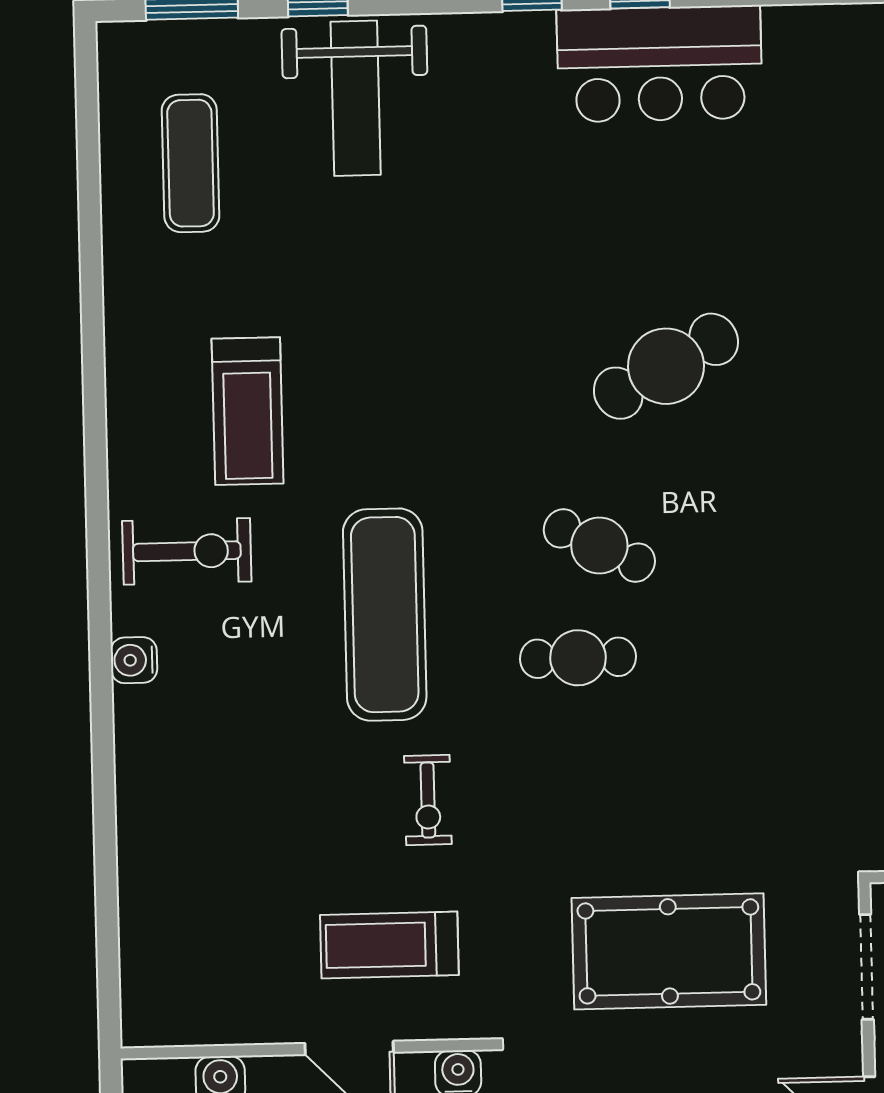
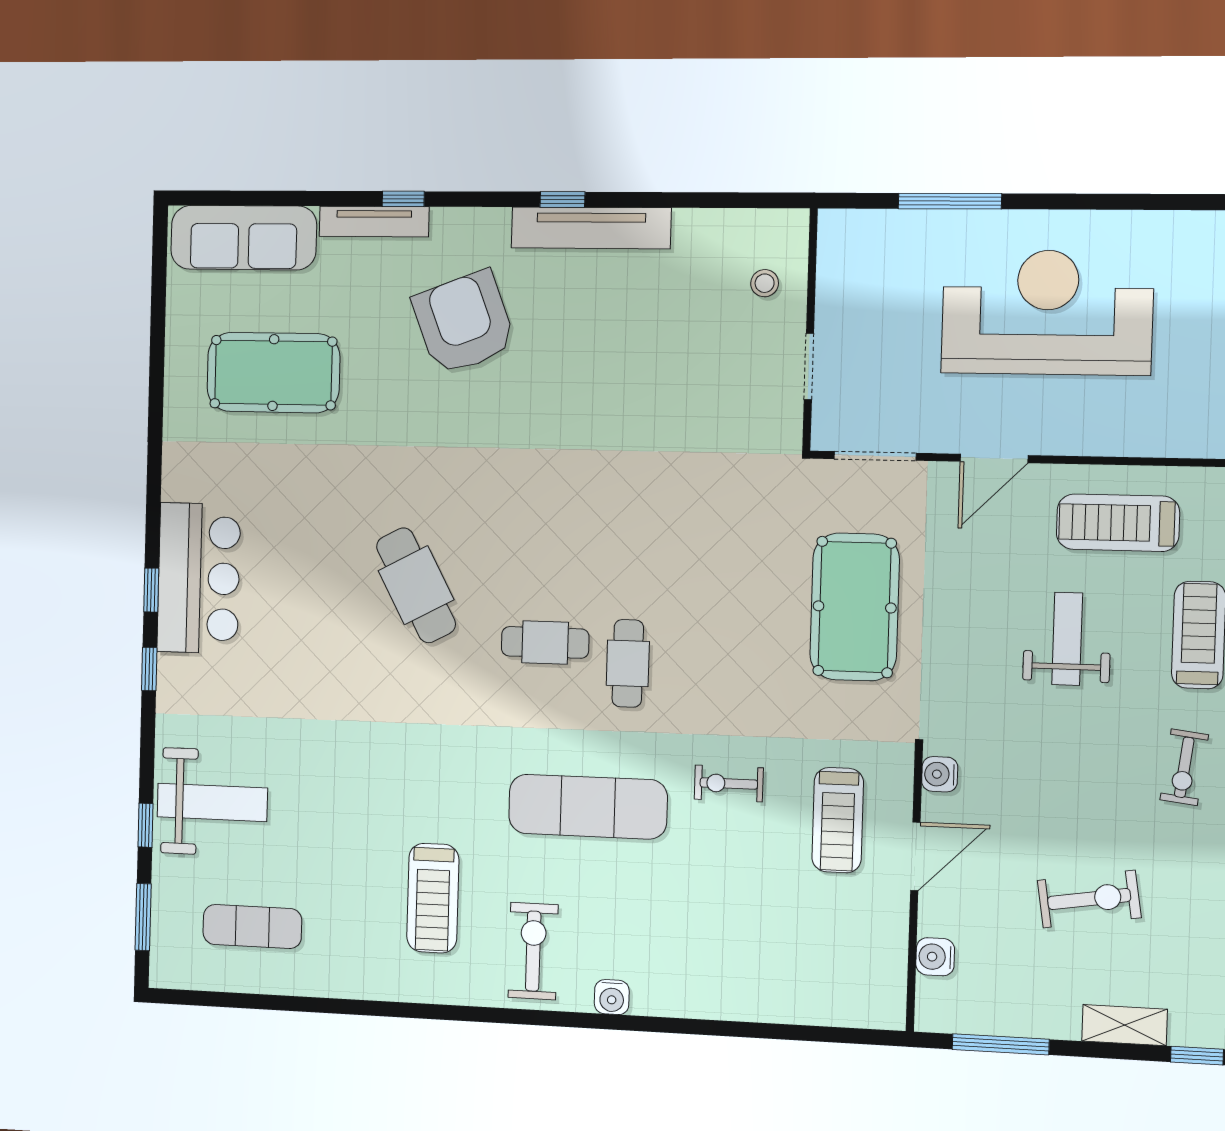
treadmill: (248, 411) -> (433, 898), turned 90
cafe table: (599, 546) -> (545, 642), turned 64
exercise bike: (428, 800) -> (729, 784), turned 180

